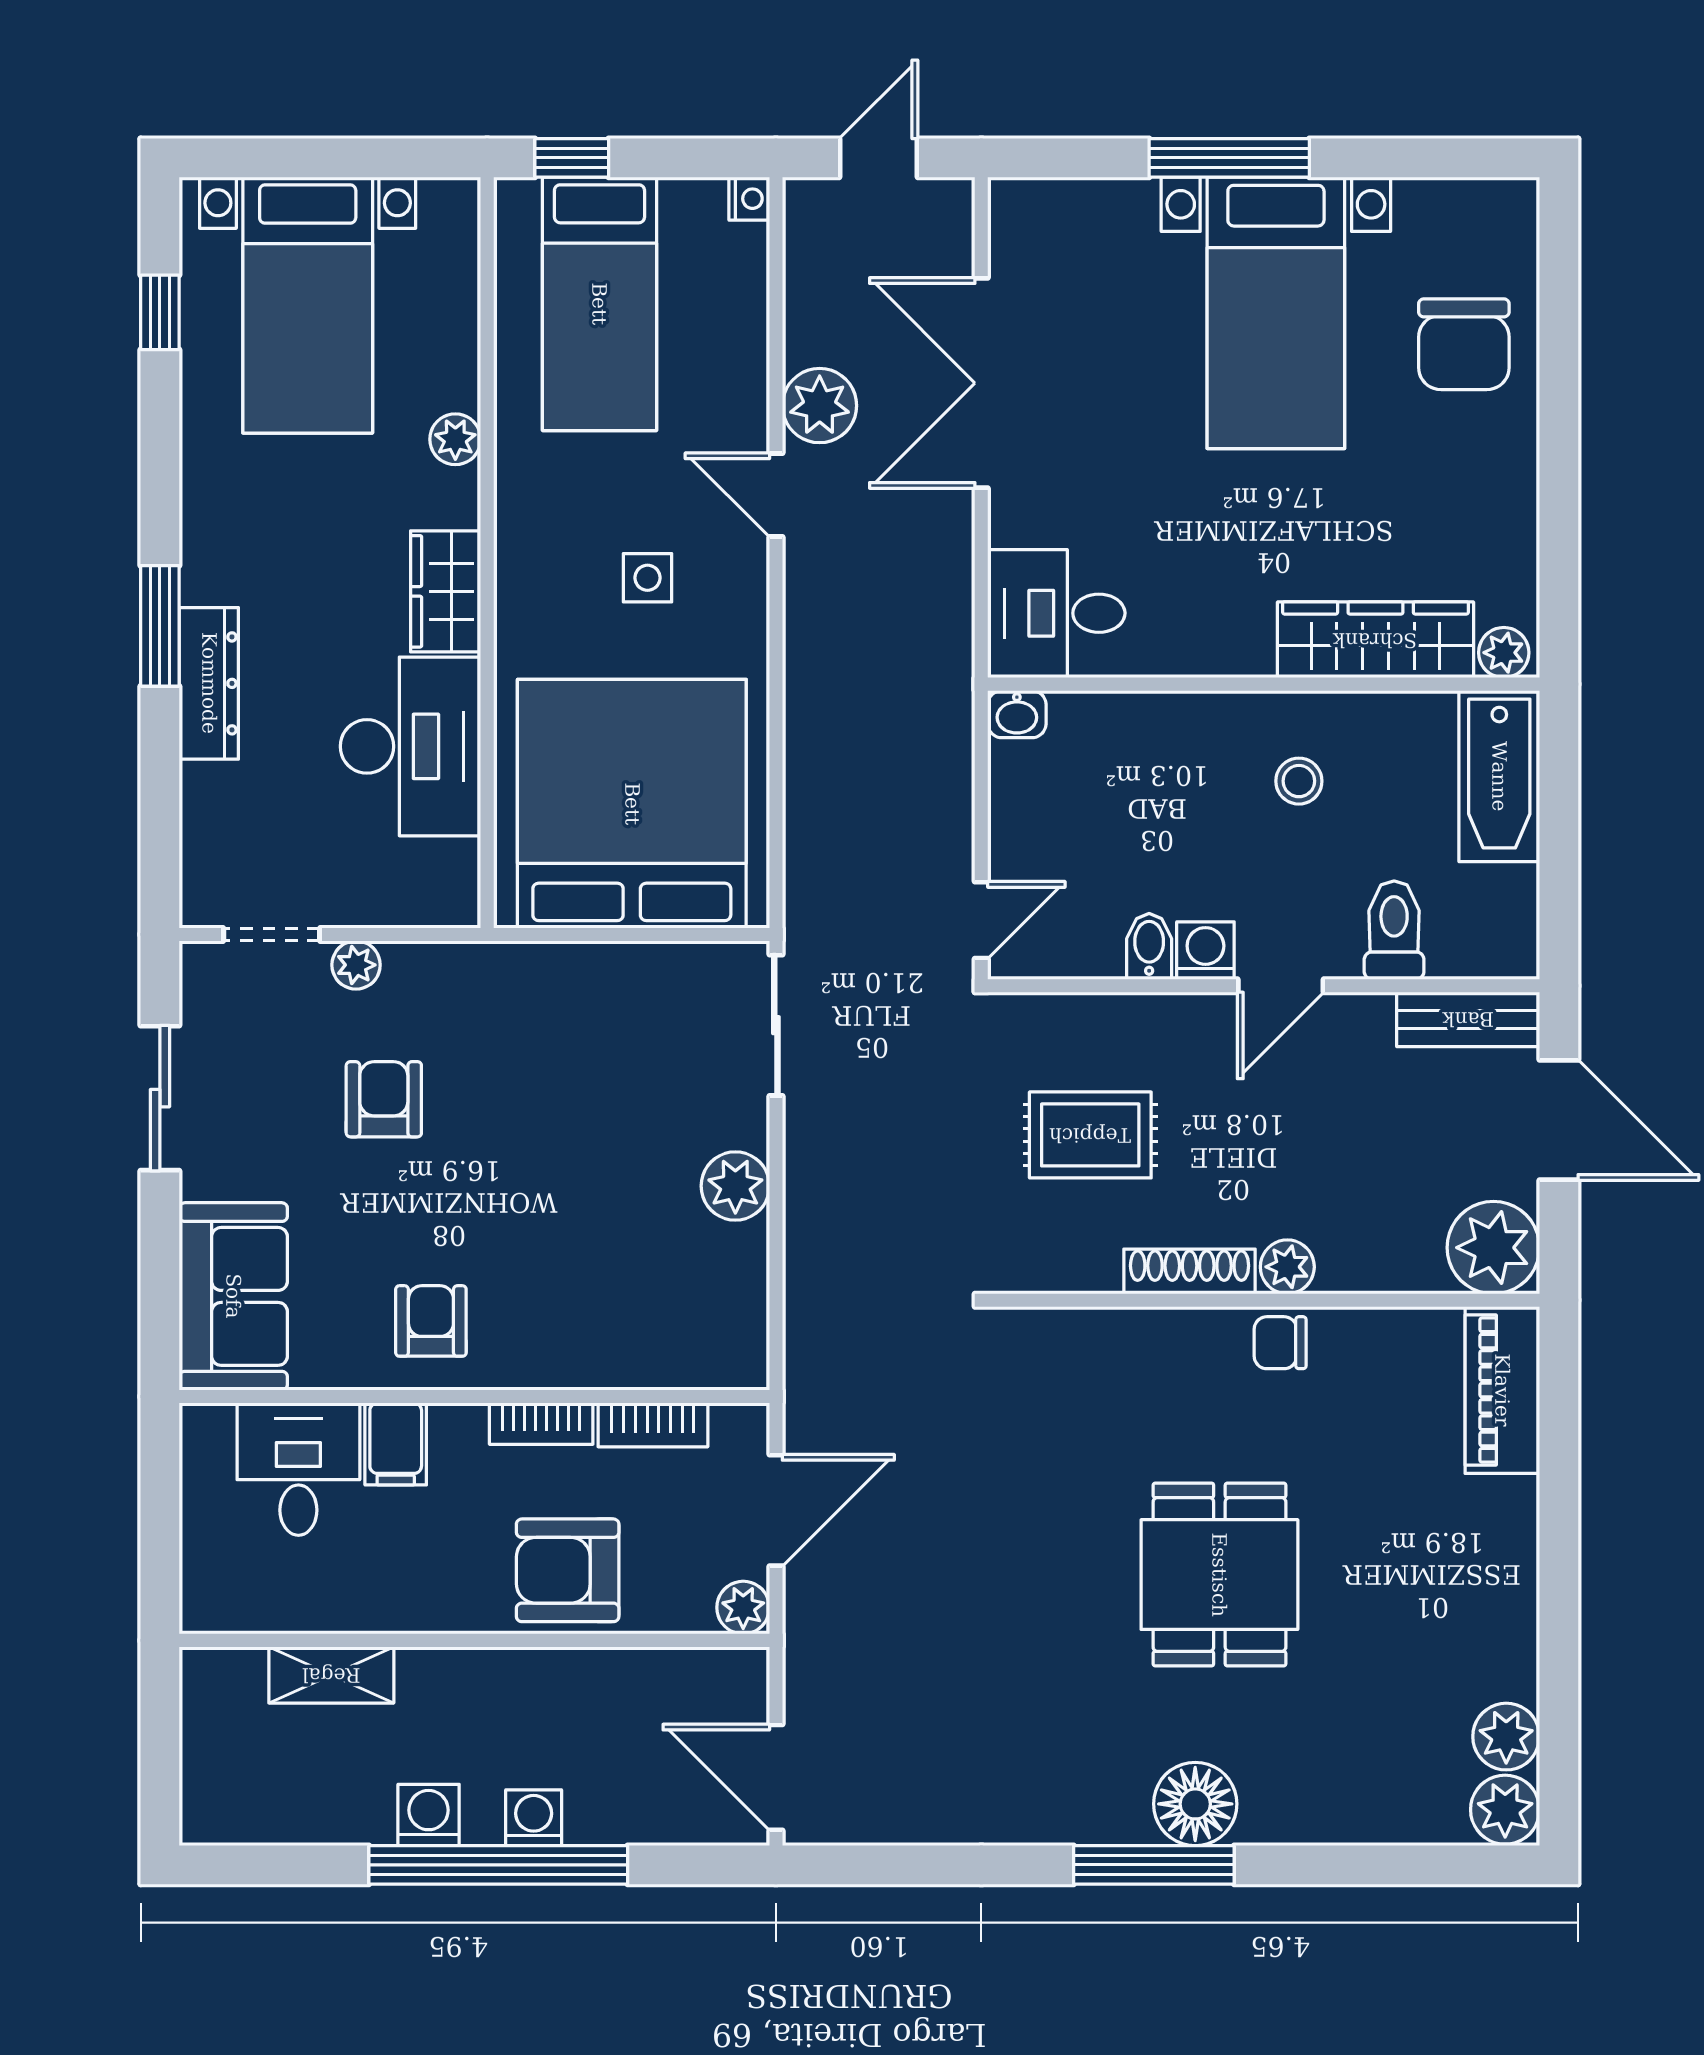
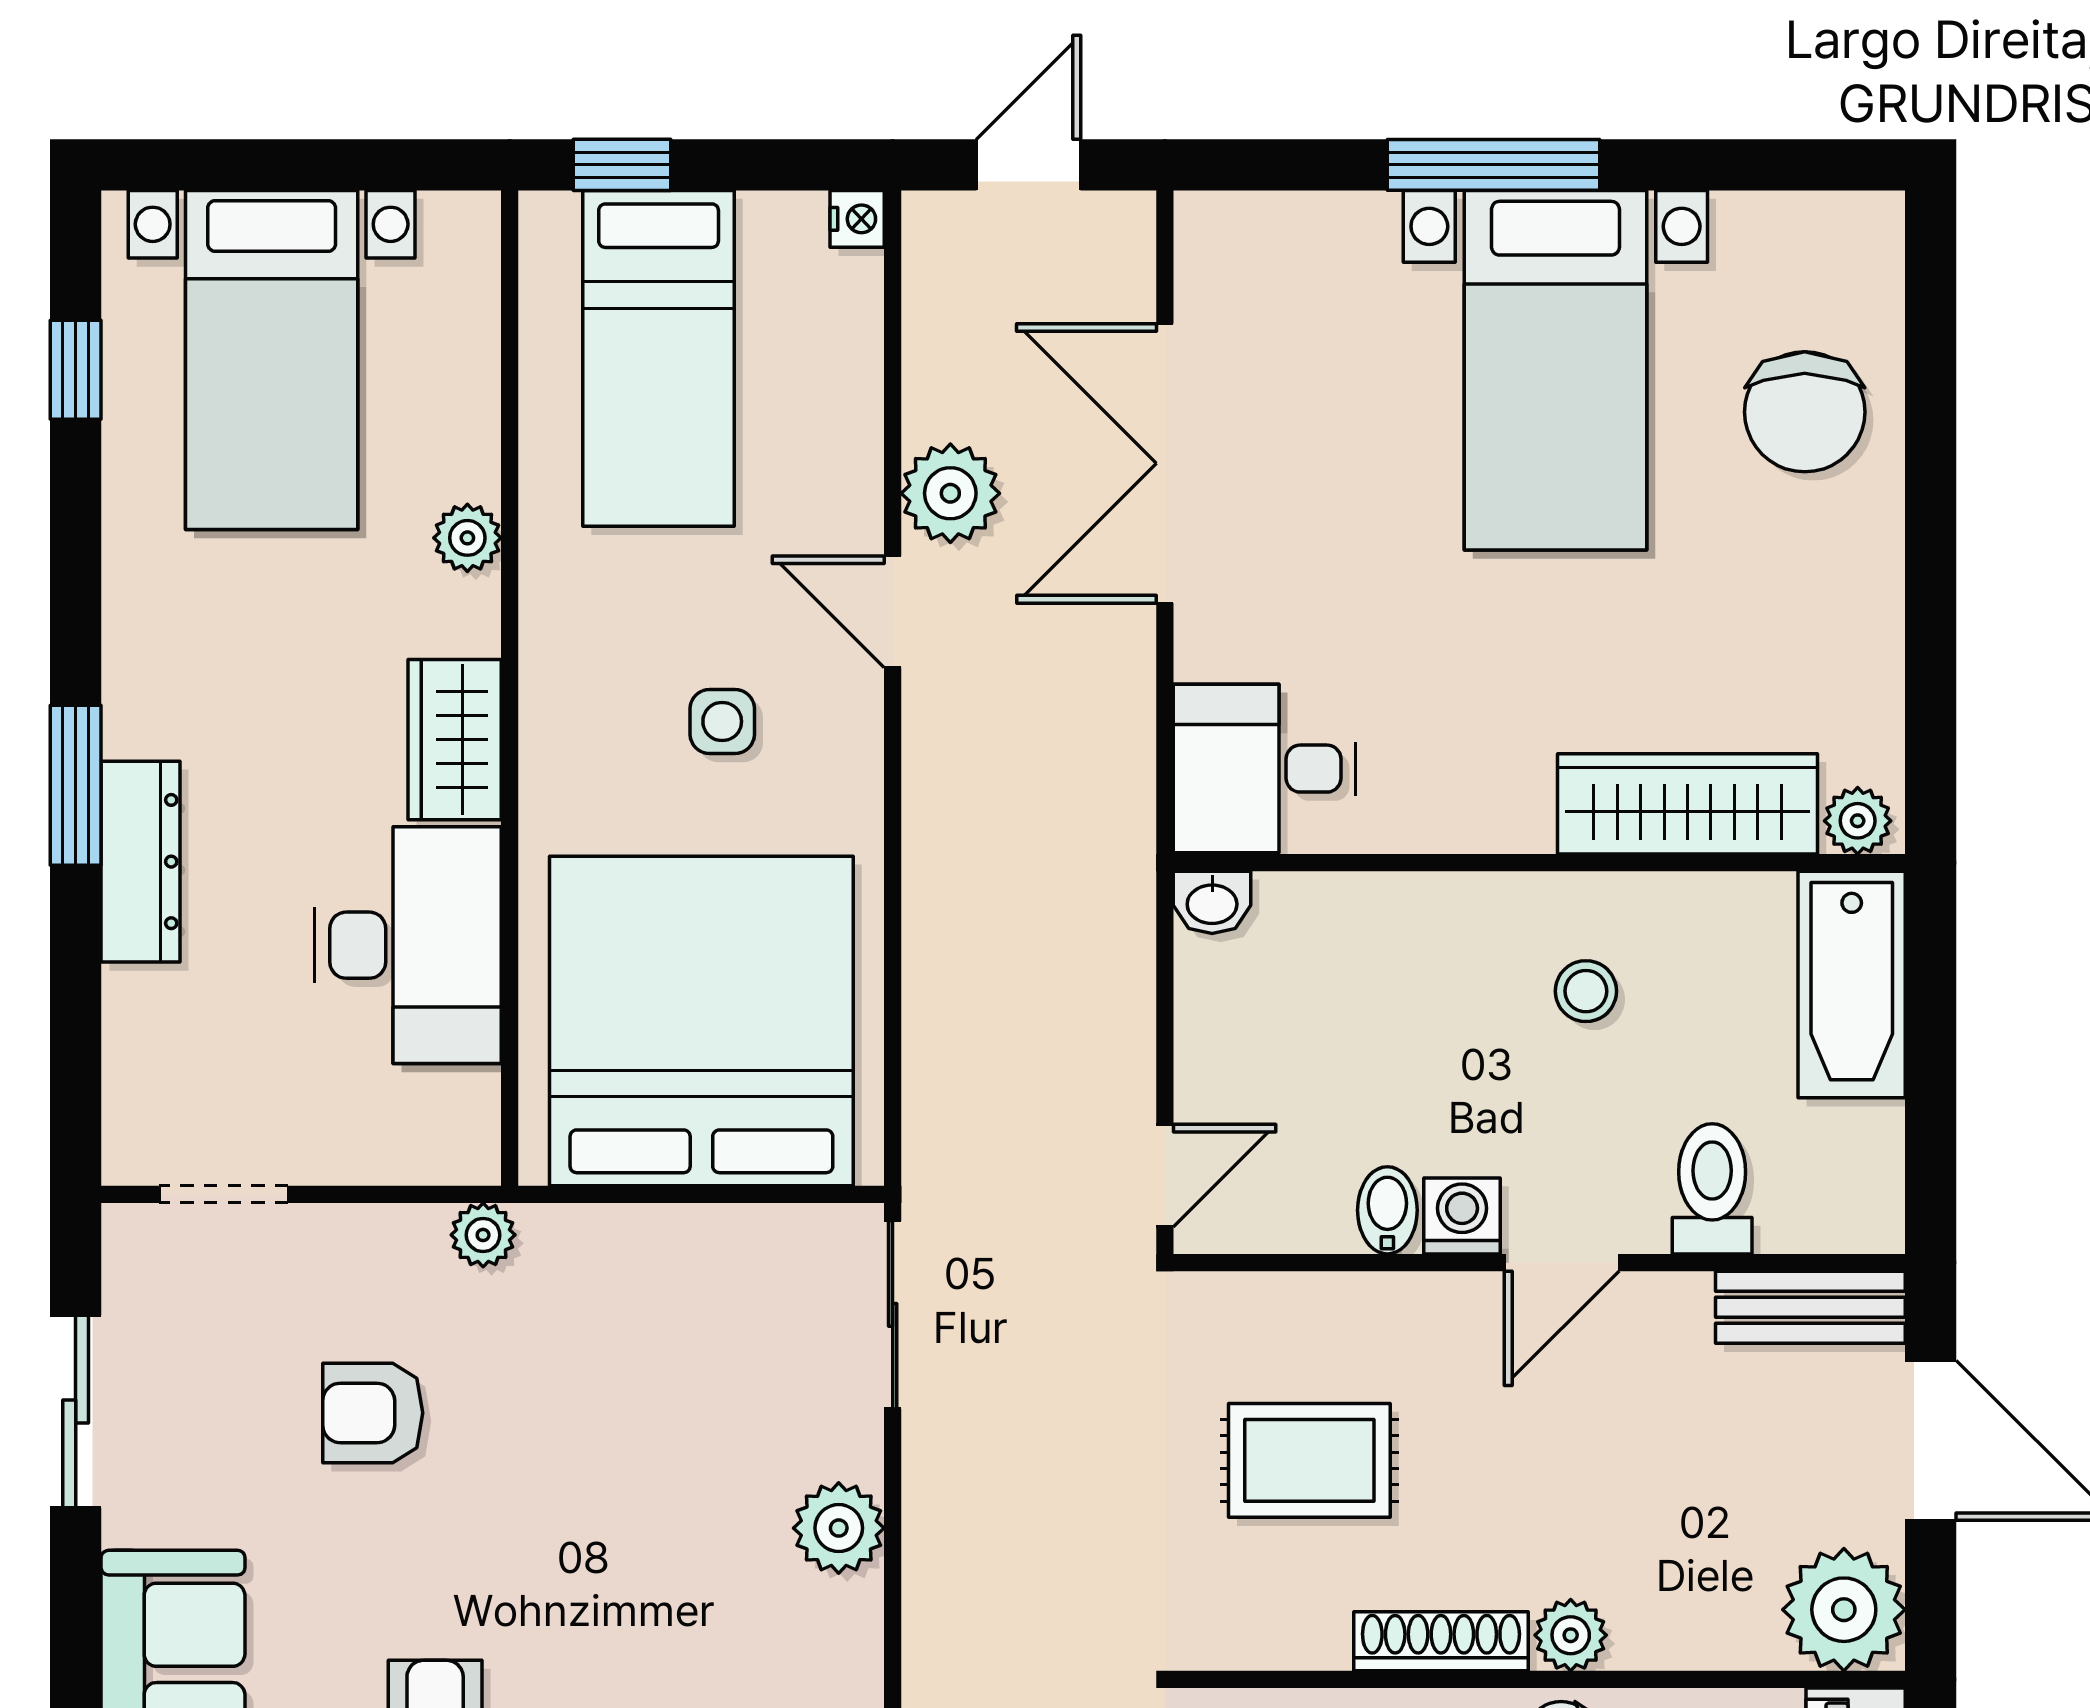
plant: (356, 965) -> (483, 1235), moved
armchair: (384, 1099) -> (373, 1413), turned -90

